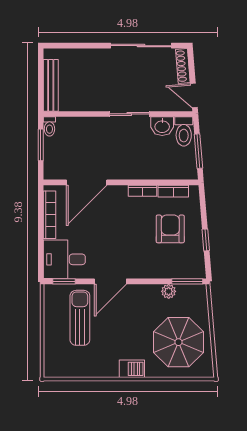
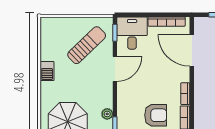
door: (110, 281) -> (115, 69), swing flipped
sun lounger: (80, 318) -> (87, 45), turned -44
barbecue: (132, 369) -> (47, 71), moved

